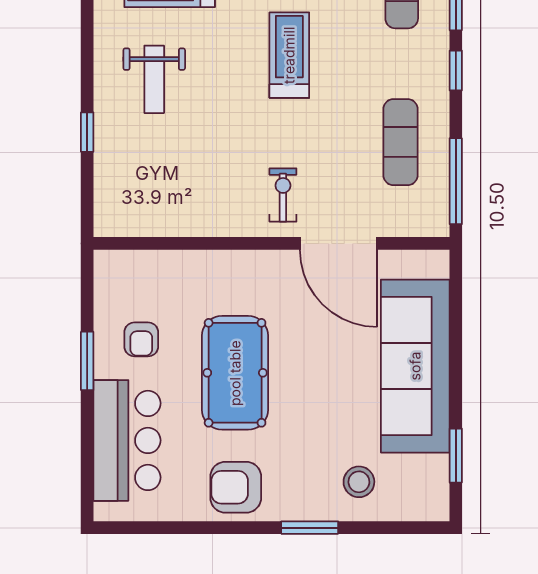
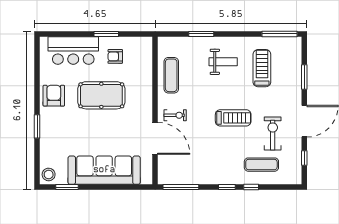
weight bench: (154, 79) -> (223, 62), turned 180
window: (87, 132) -> (201, 34), width x1.50
exercise mat: (400, 142) -> (171, 75), moved, turned 90
door: (338, 243) -> (155, 138), swing flipped
stool: (359, 482) -> (49, 174), moved

